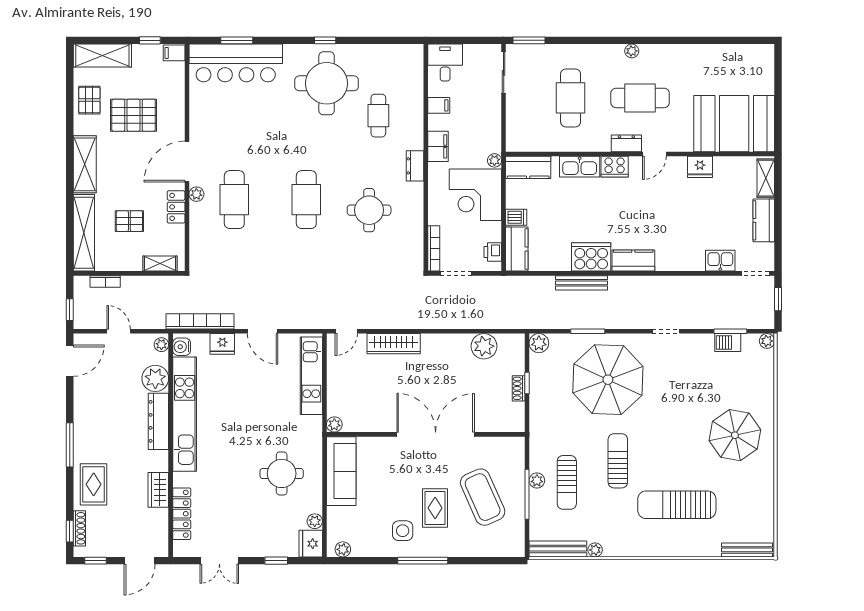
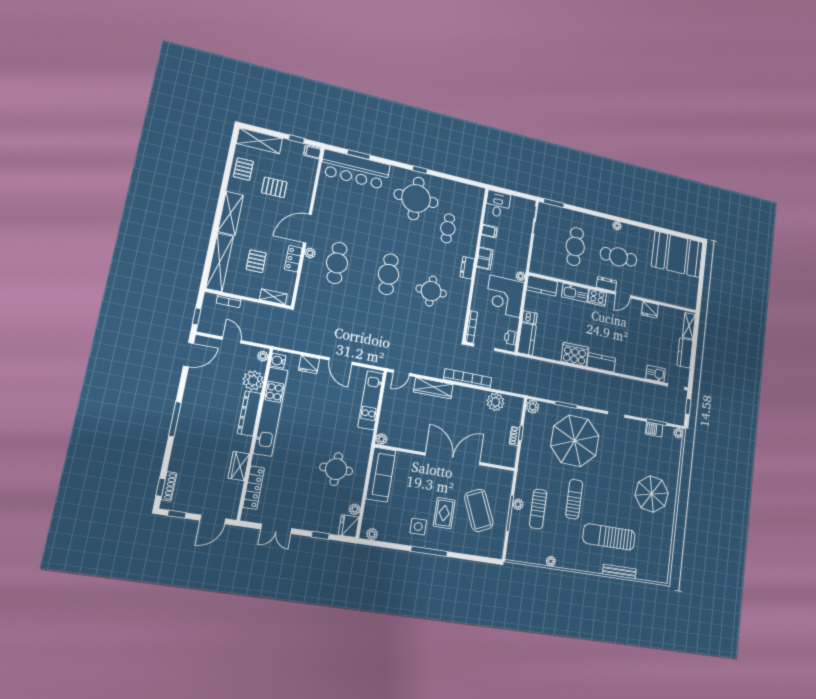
pallet: (134, 115) -> (274, 187), width x0.67, depth x0.71
booth: (734, 124) -> (677, 254), moved
pallet: (129, 221) -> (256, 261), turned 90
bench: (582, 283) -> (566, 371), removed
bookcase: (200, 321) -> (468, 378), moved
rug: (94, 484) -> (188, 453), removed
bench: (558, 549) -> (526, 557), removed
bench: (747, 550) -> (619, 572), moved

